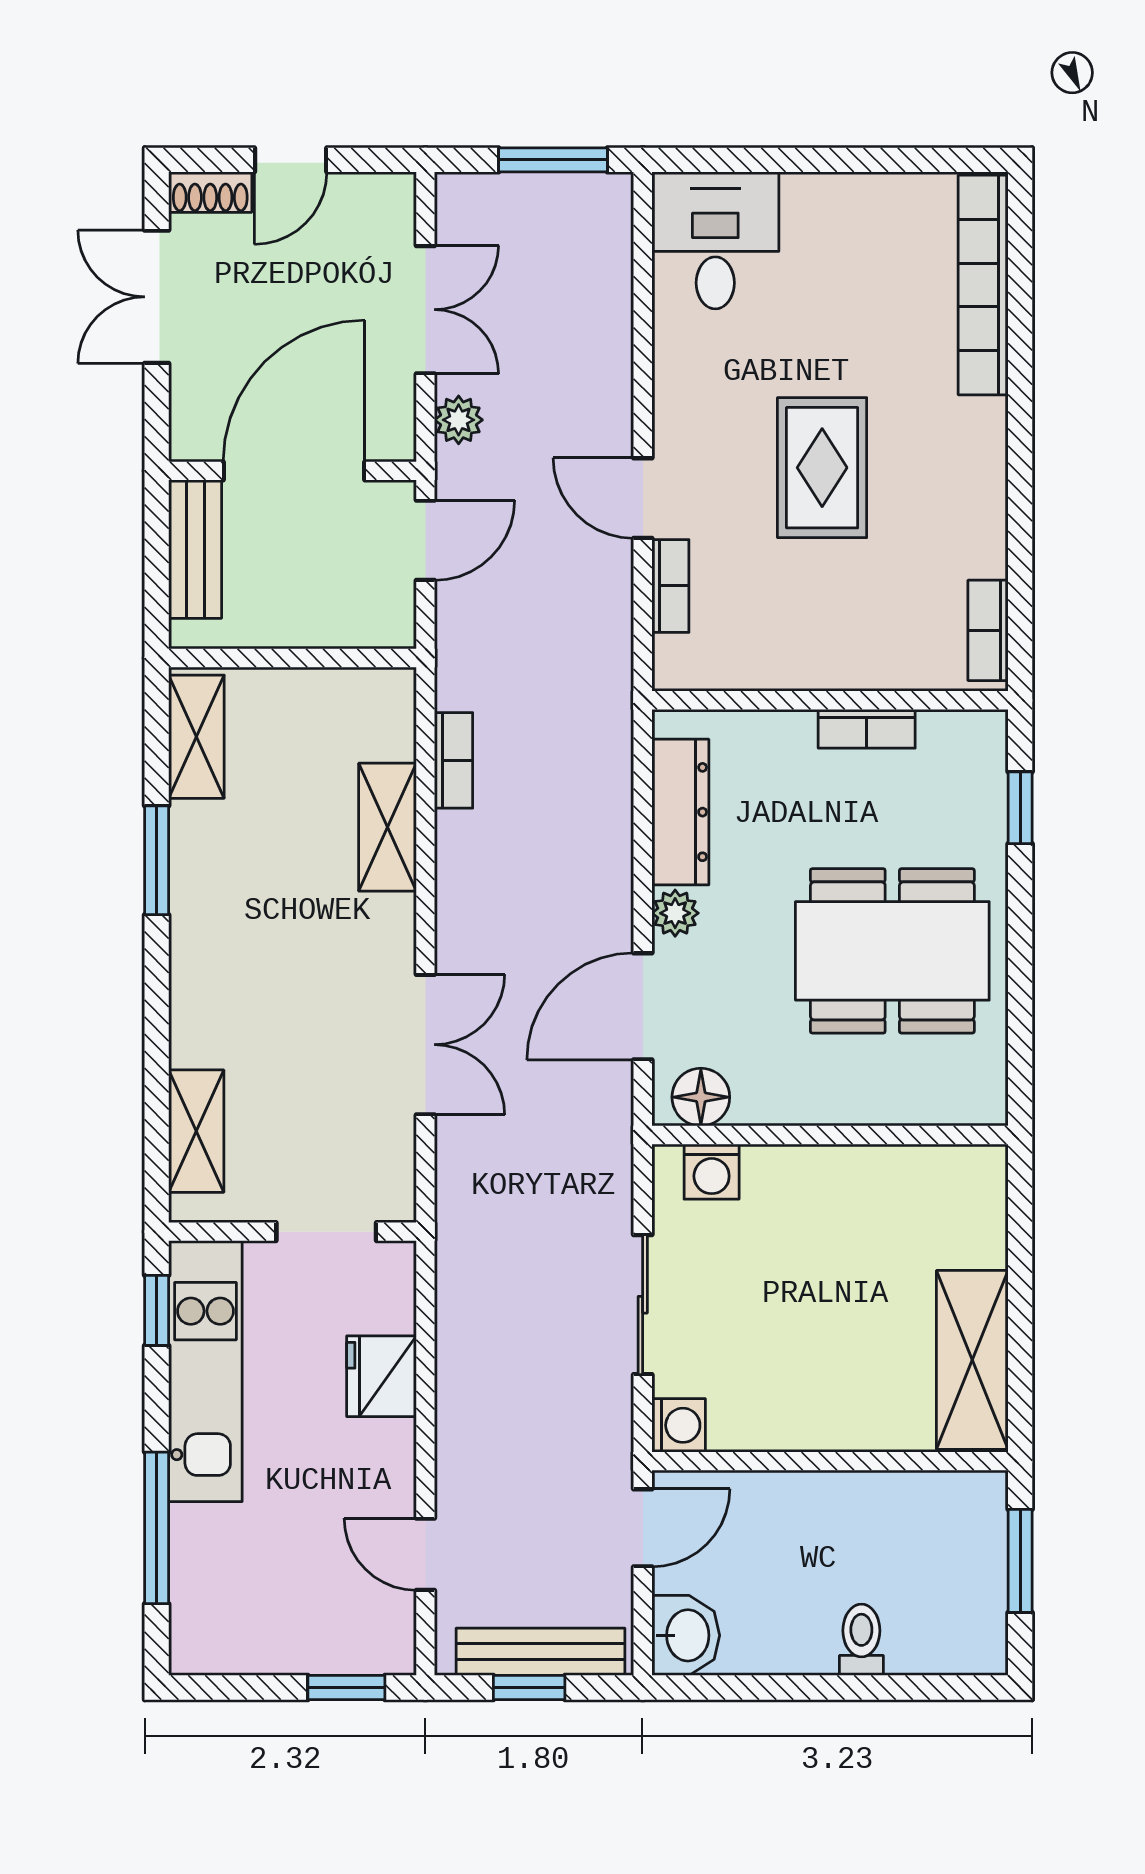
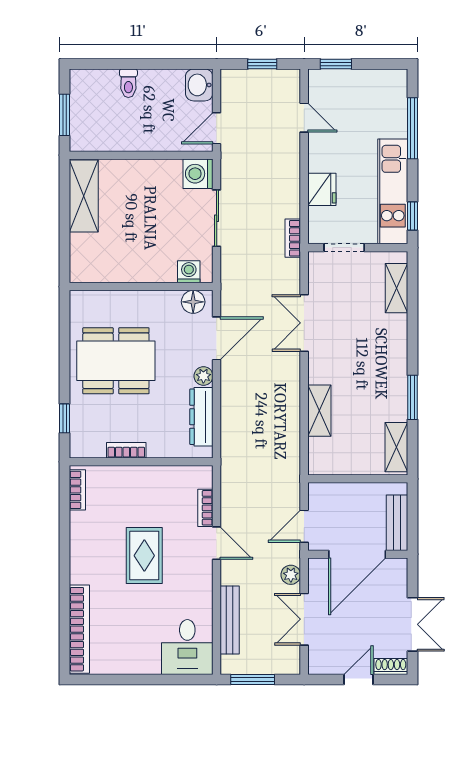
bookcase: (454, 760) -> (293, 238), moved
washing machine: (679, 1425) -> (198, 174), width x1.38, depth x1.38
bench: (541, 1652) -> (230, 620), moved, turned 90

